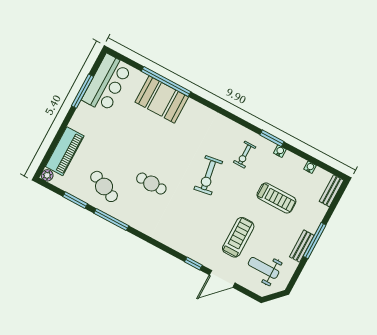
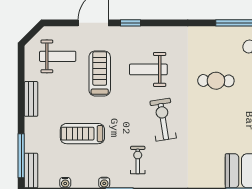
weight bench: (199, 220) -> (148, 69), added
treadmill: (238, 237) -> (100, 73), turned 180
window: (315, 241) -> (21, 156), moved

